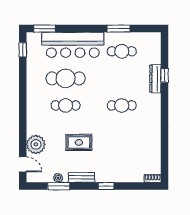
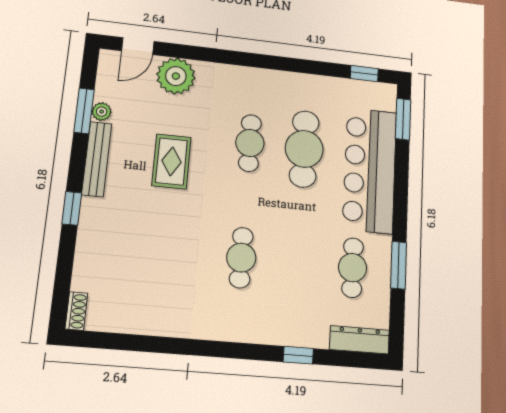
dresser: (155, 79) -> (359, 340), moved
bench: (81, 177) -> (97, 159), width x1.36

